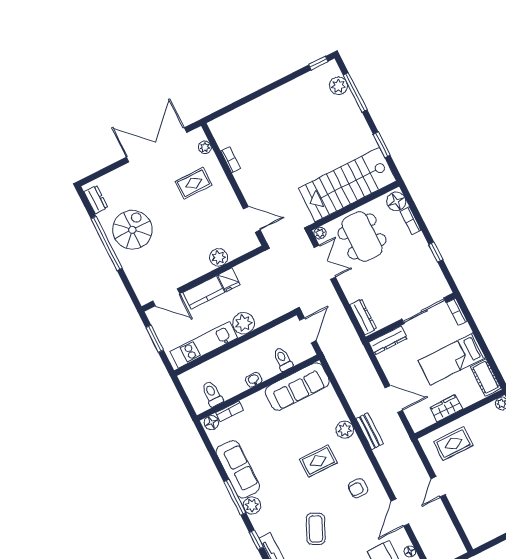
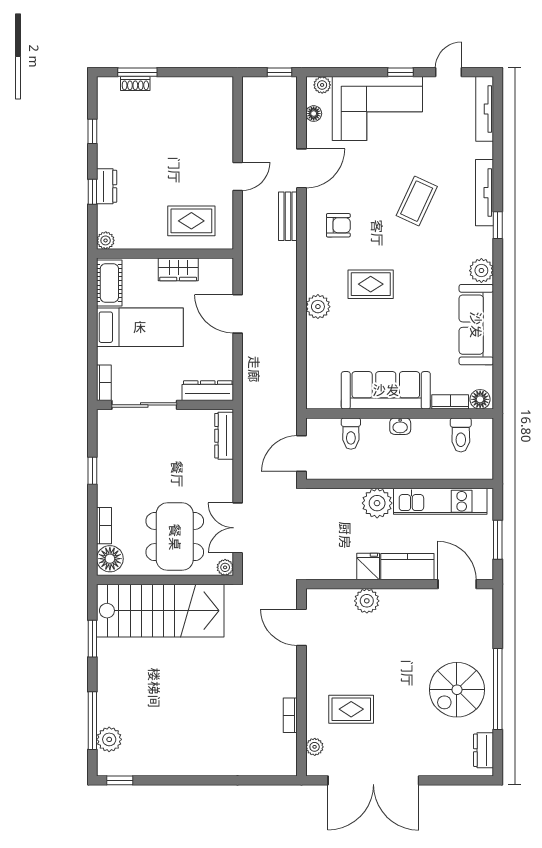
sofa: (297, 387) -> (386, 390), moved
bench: (370, 431) -> (288, 216), moved
window: (235, 497) -> (498, 291), removed

